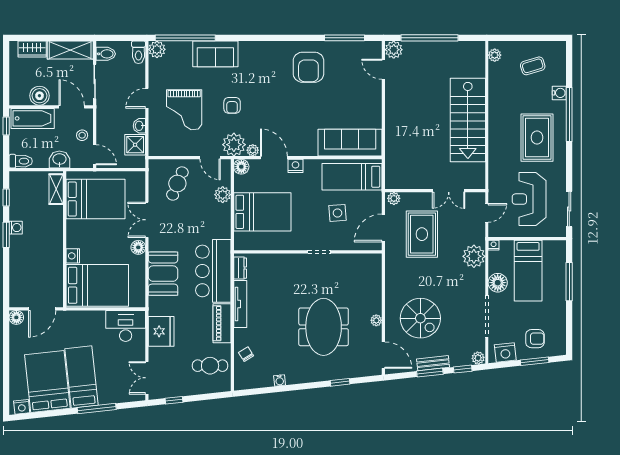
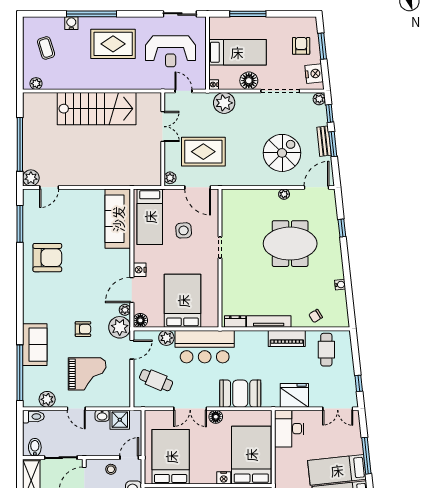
plant: (157, 49) -> (47, 399), moved
bar counter: (213, 271) -> (205, 347), moved

